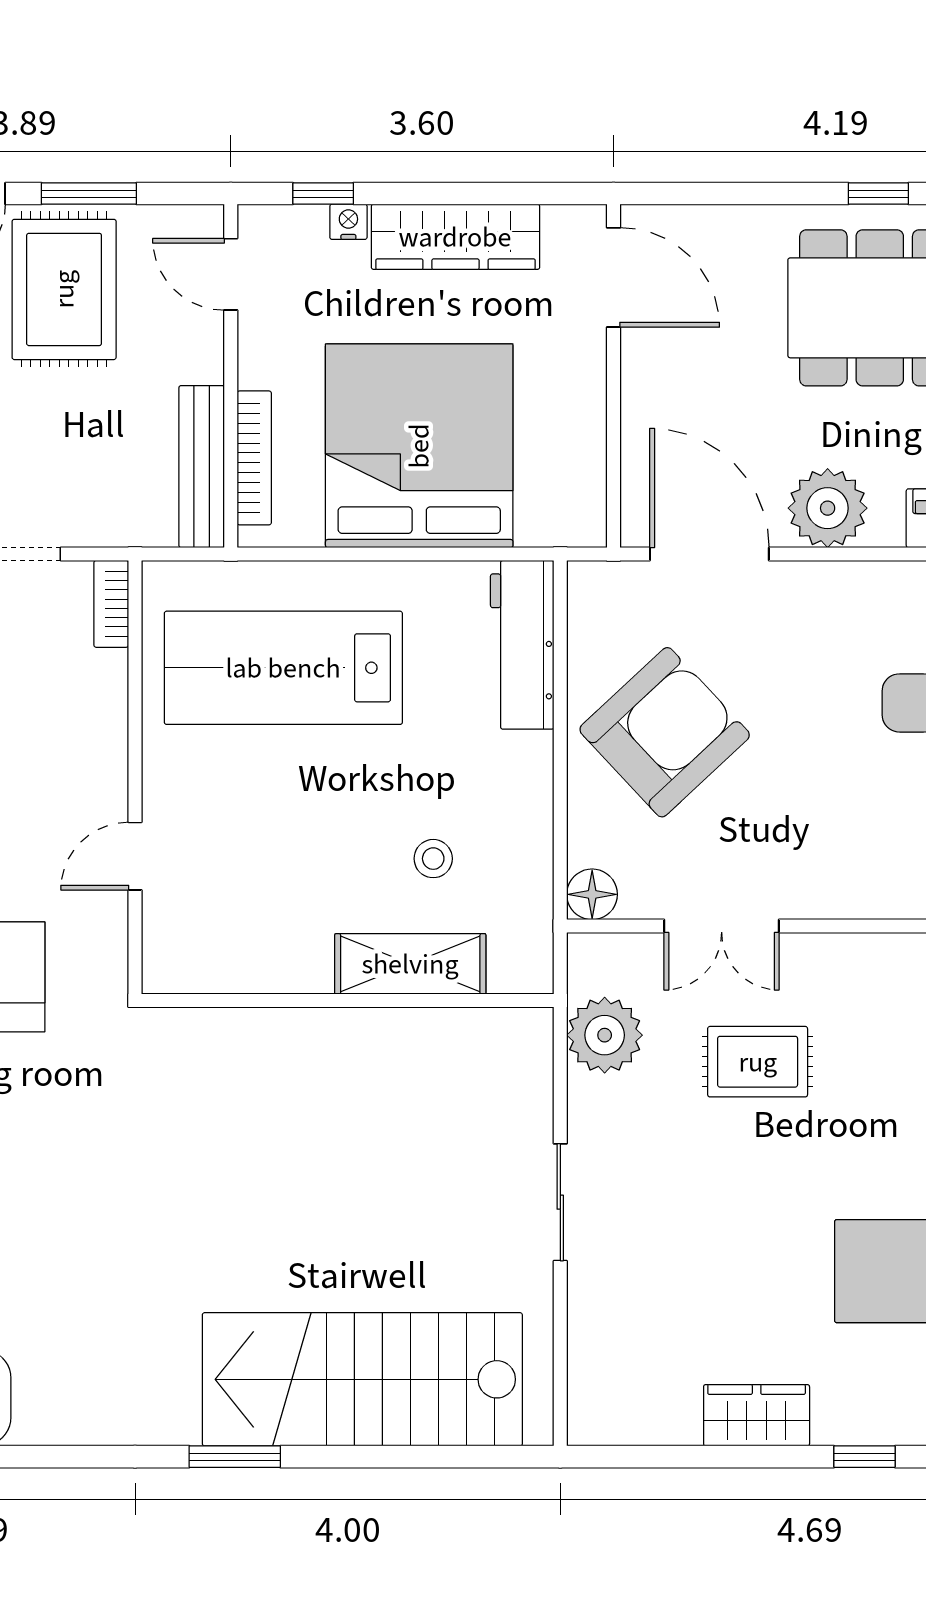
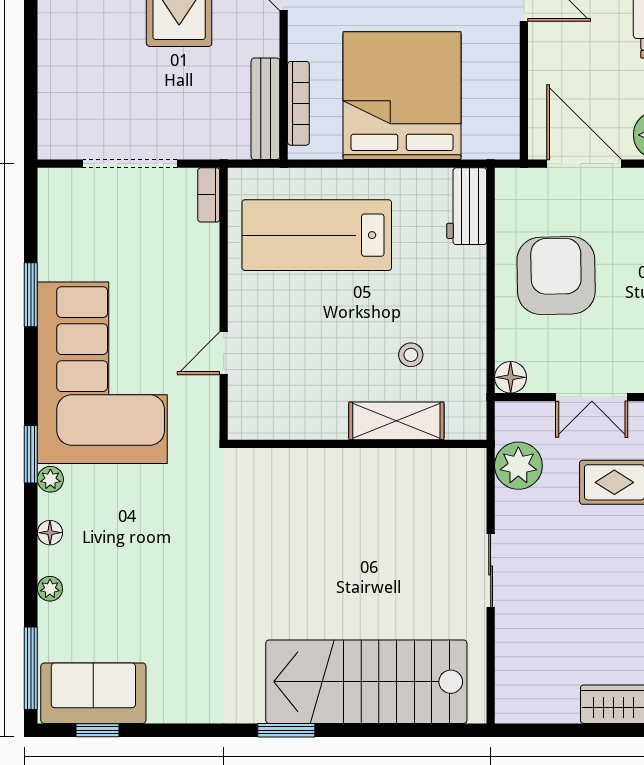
workbench: (522, 645) -> (467, 206), width x0.73
armchair: (665, 732) -> (556, 276), turned -48

